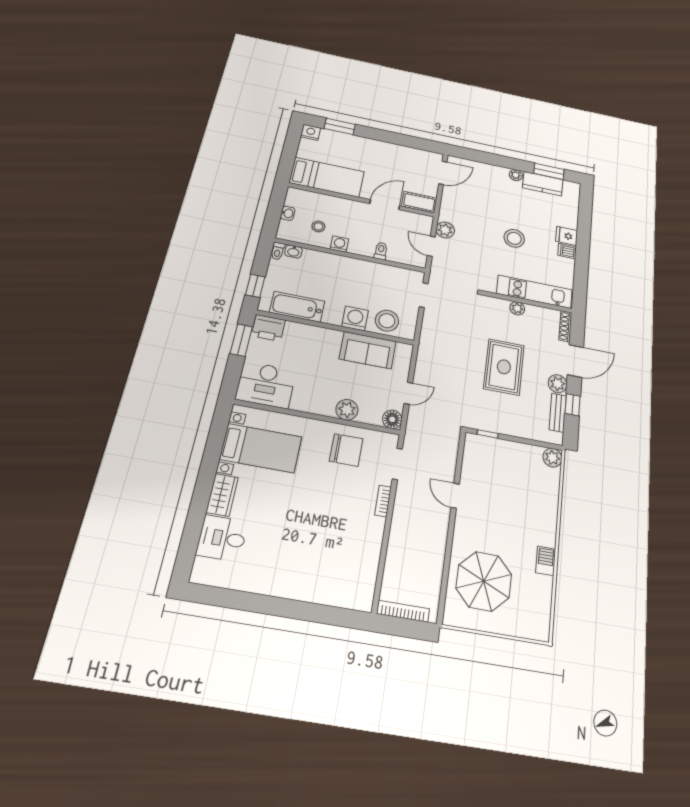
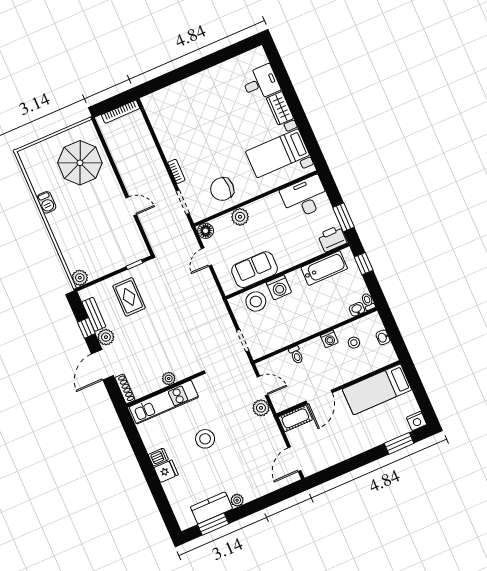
rug: (504, 367) -> (129, 297), moved, width x0.73, depth x0.70

